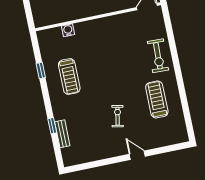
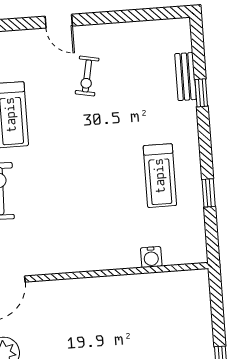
treadmill: (69, 77) -> (160, 176), turned 180
exercise bike: (118, 116) -> (87, 76), moved

